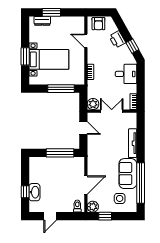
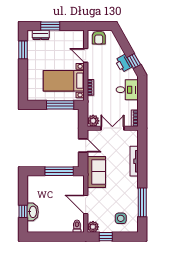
printer: (117, 39) -> (124, 63), moved
window: (25, 56) -> (23, 50), moved
bed with nightstands: (49, 59) -> (64, 81), moved, turned 180
sofa: (128, 174) -> (96, 172), moved, turned 180
window: (141, 183) -> (142, 202), width x0.68
door: (86, 185) -> (86, 204), swing flipped
door: (50, 216) -> (49, 237), removed

